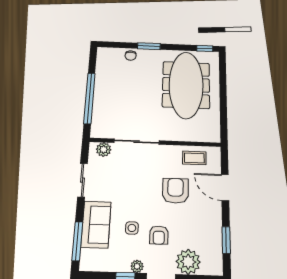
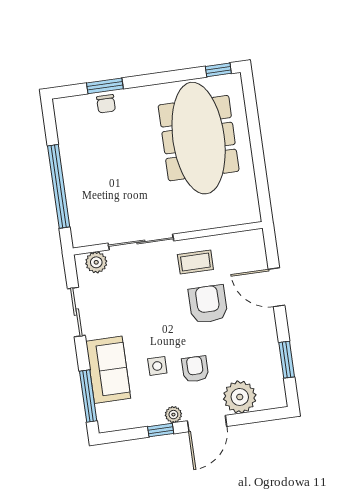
window: (149, 46) -> (105, 86), moved
coffee table: (194, 158) -> (195, 262), moved
armchair: (159, 235) -> (195, 369), turned 180

